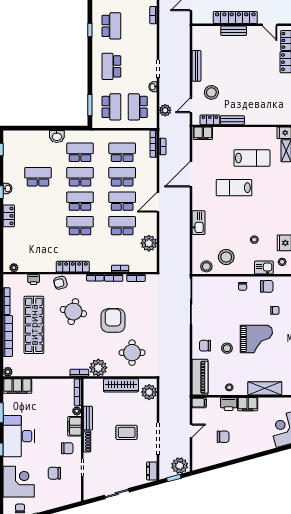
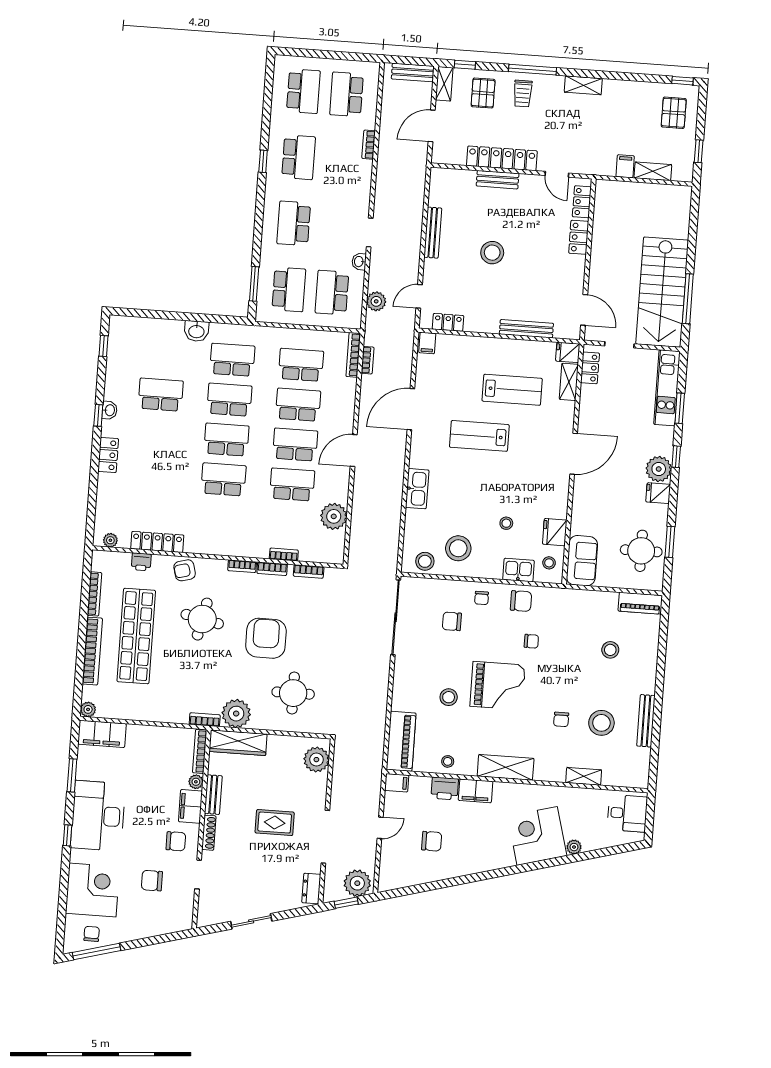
stool: (211, 92) -> (492, 253), moved
bench: (232, 120) -> (526, 329), moved, width x1.36
filing cabinet: (203, 133) -> (427, 343), width x0.50
locker: (73, 267) -> (157, 542), moved
chair: (205, 346) -> (452, 621), moved
wardrobe: (121, 385) -> (238, 743), moved

